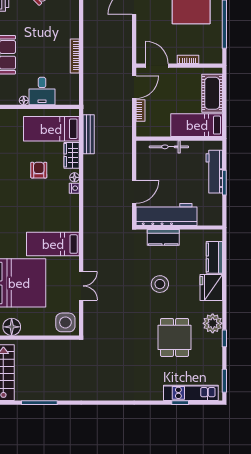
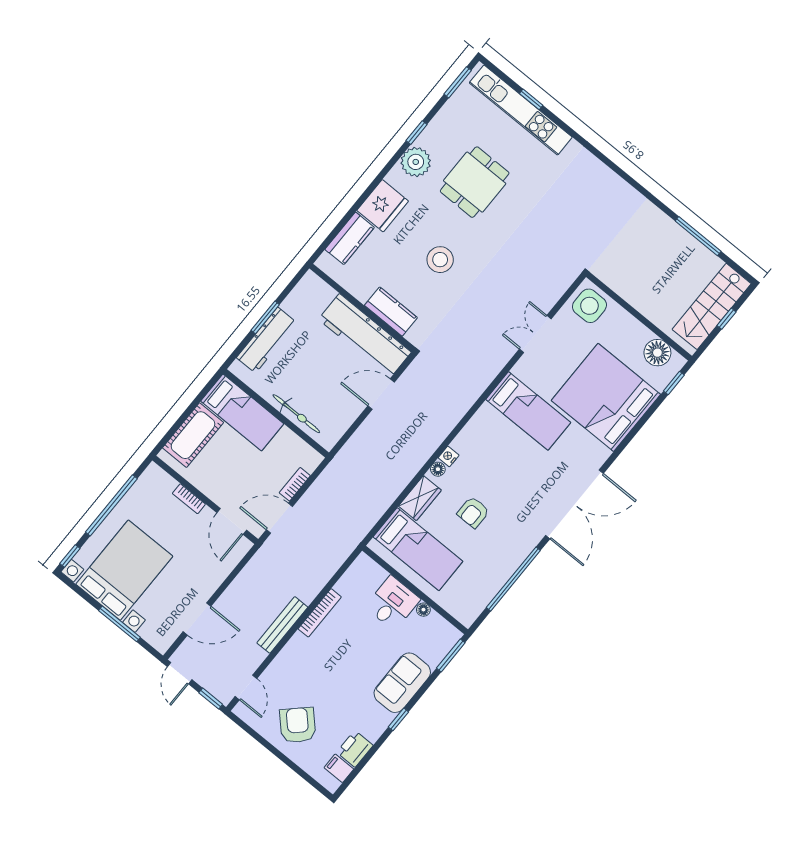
bench: (89, 134) -> (282, 625), moved
kitchen unit: (191, 393) -> (521, 110), width x1.36

